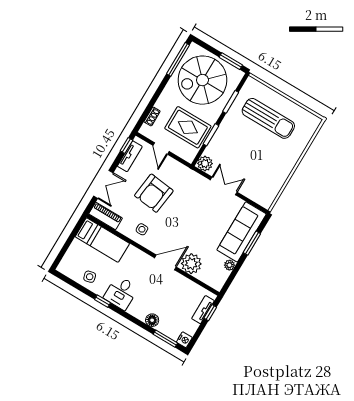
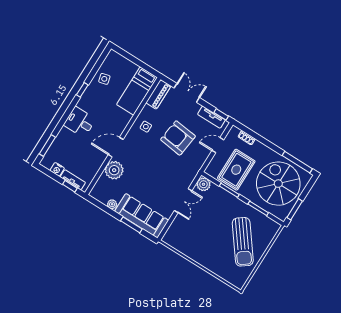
sun lounger: (268, 118) -> (243, 242), turned -37
double door: (103, 184) -> (187, 93), swing flipped
door: (165, 262) -> (116, 147), swing flipped
desk: (121, 293) -> (80, 122), moved
floor lamp: (152, 320) -> (64, 134), removed
nightstand: (184, 340) -> (57, 169), moved

